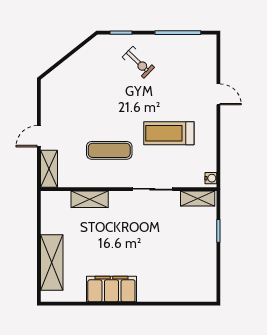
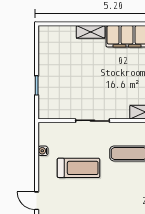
water cooler: (211, 178) -> (43, 151), moved
shelving: (198, 199) -> (91, 32), moved

